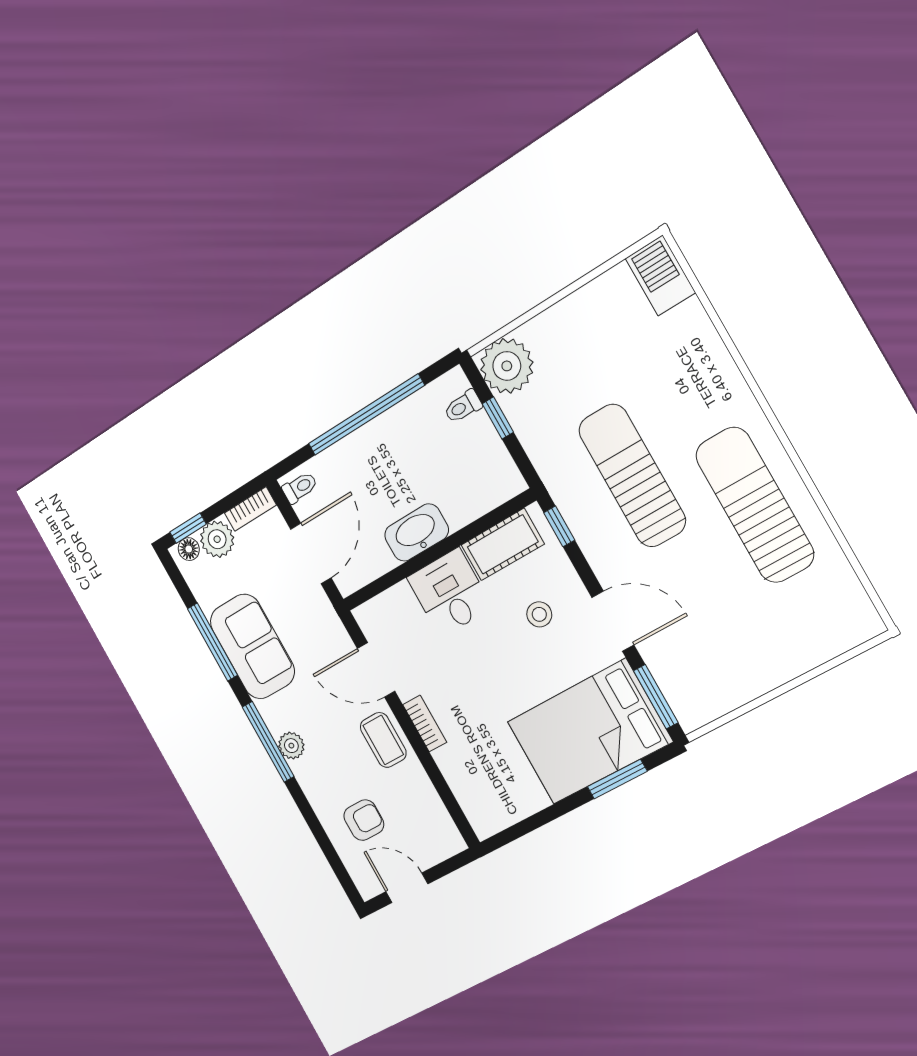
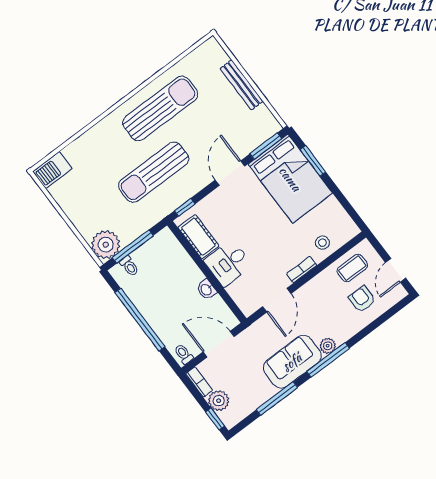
window: (498, 418) -> (133, 247), width x2.17
sun lounger: (755, 505) -> (160, 108), turned 180
washbasin: (416, 533) -> (206, 289), width x0.52, depth x0.69
floor lamp: (189, 549) -> (227, 417), removed
stool: (539, 614) -> (322, 243), moved
sofa: (252, 646) -> (292, 362), moved
bench: (780, 670) -> (242, 85), added
coffee table: (383, 740) -> (352, 268), moved

